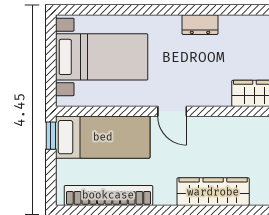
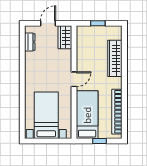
dresser: (200, 25) -> (30, 42), moved
window: (51, 136) -> (100, 141), moved

